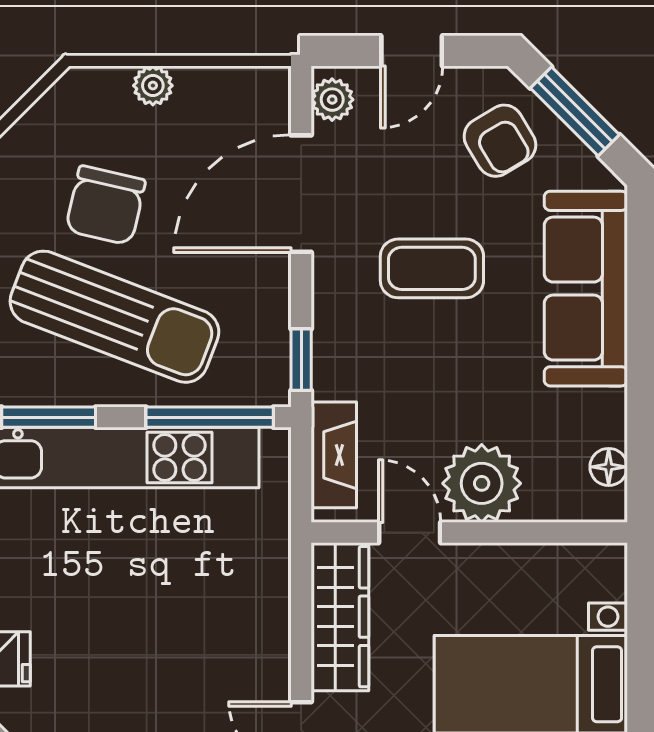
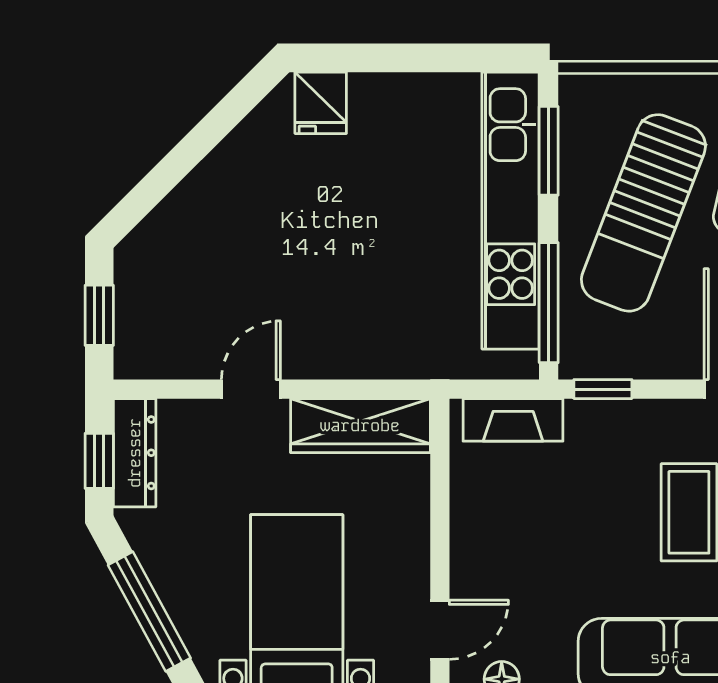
plant: (482, 483) -> (486, 559), removed
door: (410, 533) -> (440, 630), moved

